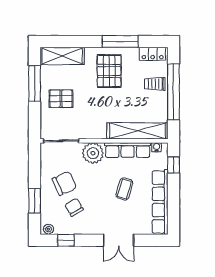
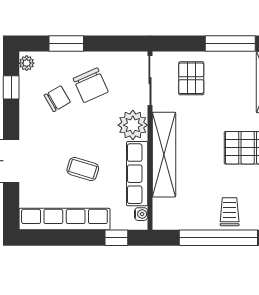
pallet: (61, 99) -> (191, 78), moved
shelving: (137, 131) -> (164, 155), moved

